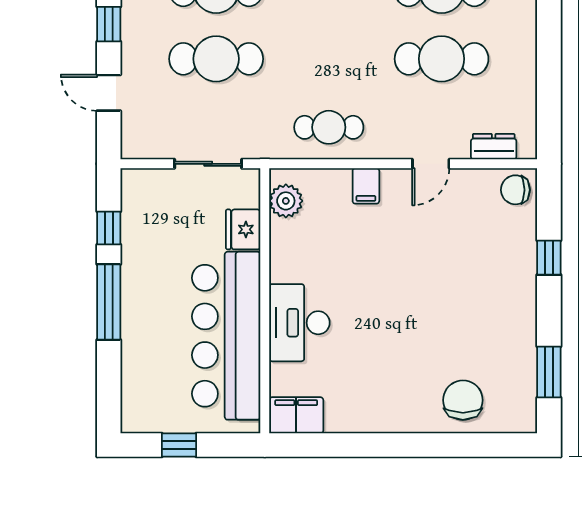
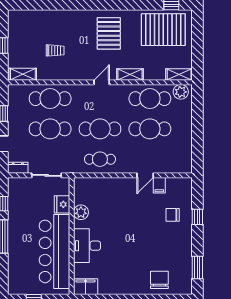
cafe table: (329, 59) -> (100, 129), added
dresser: (494, 147) -> (18, 168), moved
filing cabinet: (366, 186) -> (159, 185), moved
chair: (515, 190) -> (173, 215), moved
plant: (286, 201) -> (81, 212), moved

